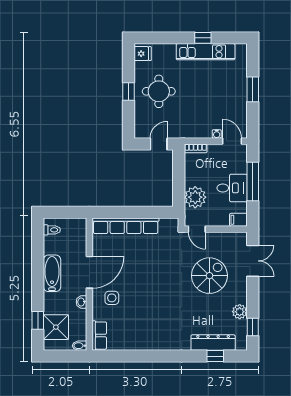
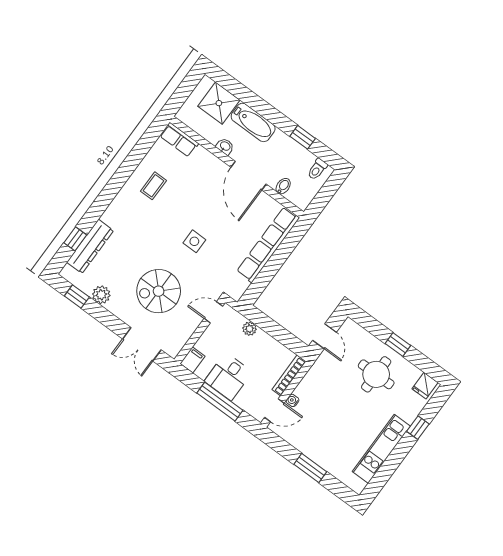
window: (203, 38) -> (418, 428), moved
bookcase: (196, 148) -> (289, 376), width x1.56
plant: (195, 197) -> (250, 329), width x0.53, depth x0.53
bathtub: (52, 273) -> (253, 122), moved
spiral stairs: (209, 276) -> (159, 291), turned 90
side table: (112, 298) -> (194, 241), moved
window: (38, 320) -> (303, 137), moved
coffee table: (142, 330) -> (153, 186), added
bidet: (80, 346) -> (283, 186), moved

